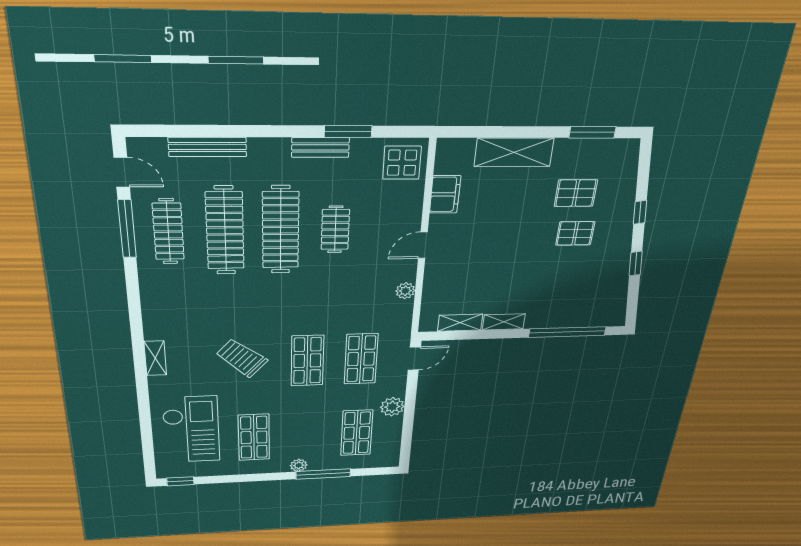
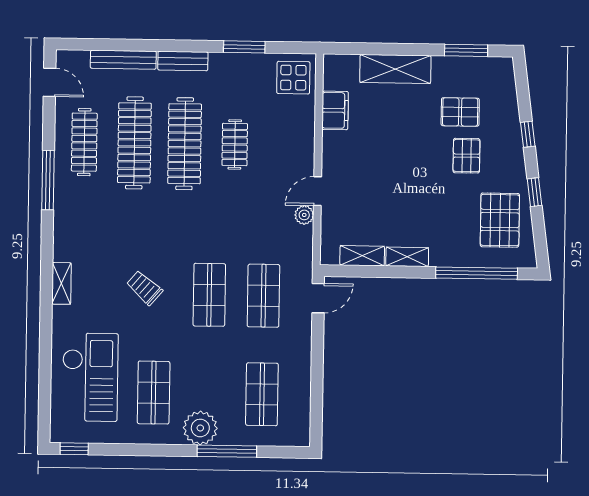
bench: (320, 147) -> (183, 61), moved
window: (127, 229) -> (48, 180), moved
pallet: (575, 233) -> (466, 156), turned 90
door: (423, 245) -> (318, 191), moved
pallet: (598, 288) -> (500, 220), added
trolley: (242, 358) -> (144, 288), width x0.73, depth x0.72
plant: (392, 407) -> (299, 361), removed
plant: (299, 465) -> (200, 428), width x1.88, depth x1.88

